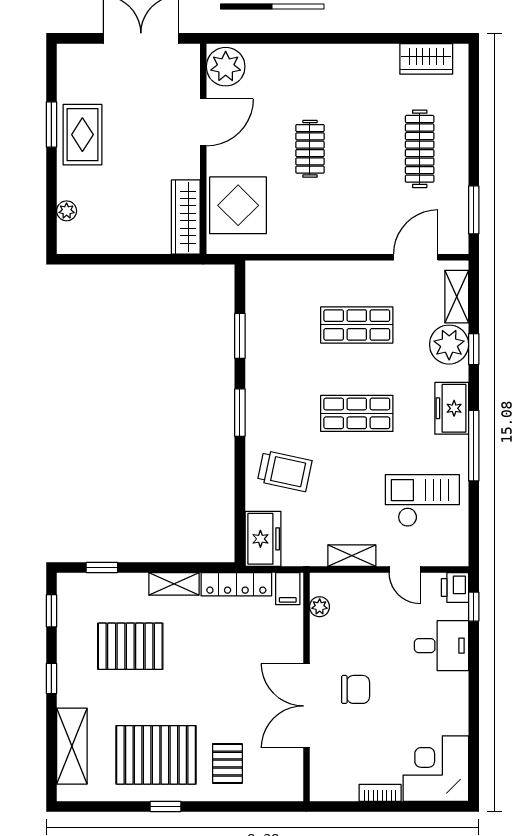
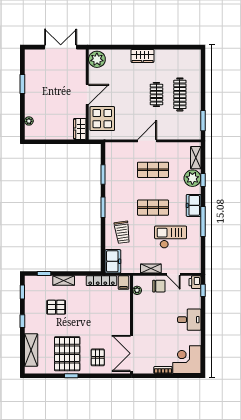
wardrobe: (426, 59) -> (142, 56), moved
door: (203, 122) -> (87, 94), moved
rug: (82, 135) -> (36, 88), removed
clothes rail: (310, 149) -> (156, 94), moved
wardrobe: (186, 217) -> (80, 129), width x0.67
door: (416, 257) -> (147, 141), moved
trolley: (285, 471) -> (122, 232), turned 70
checkout: (422, 501) -> (171, 237), moved
shelving: (174, 584) -> (64, 281), moved
pallet: (130, 646) -> (56, 307), width x0.67, depth x0.71
desk: (441, 646) -> (189, 320), moved
chair: (356, 689) -> (159, 286), moved
double door: (306, 706) -> (131, 353), moved
pallet: (156, 755) -> (67, 354), turned 90

